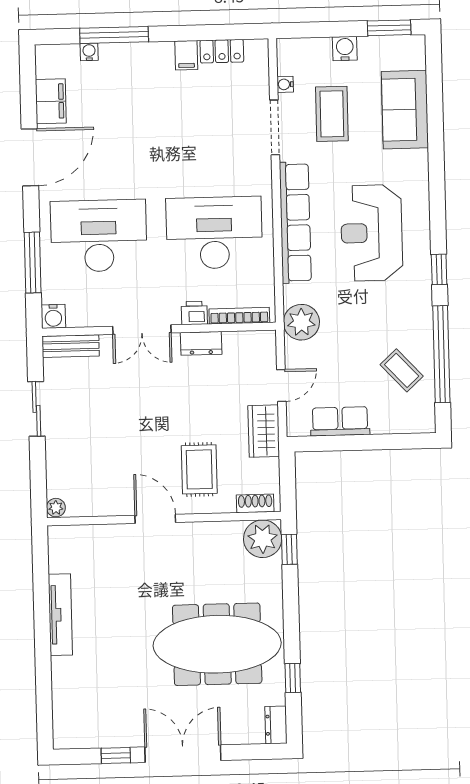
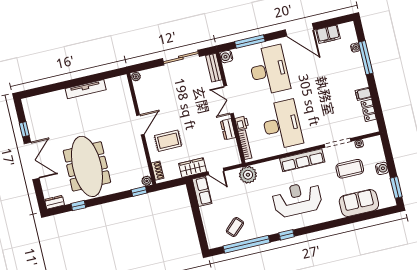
row of seats: (295, 223) -> (302, 160), width x0.73
sliding door: (36, 409) -> (181, 58), width x1.37
row of seats: (340, 421) -> (202, 191), moved
plant: (263, 539) -> (147, 181), width x0.53, depth x0.53

